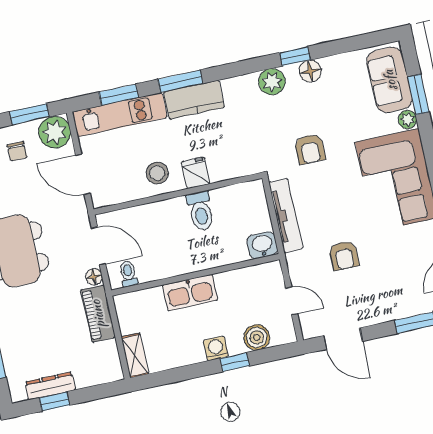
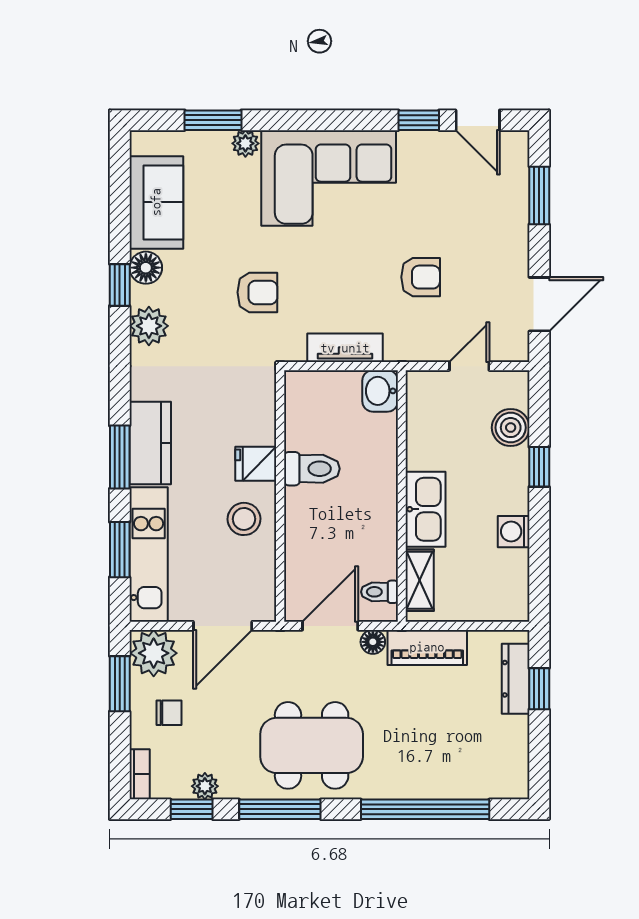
sofa: (390, 80) -> (156, 202), moved, turned -90
tv unit: (286, 215) -> (345, 348), width x0.71
washing machine: (216, 348) -> (514, 532), moved
shelving: (135, 355) -> (420, 580), moved, turned 90
dresser: (50, 386) -> (516, 679), moved
window: (54, 401) -> (539, 689), moved

